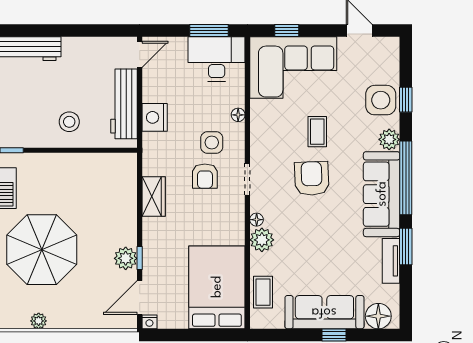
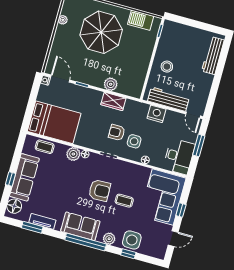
window: (209, 31) -> (199, 145), moved
window: (287, 31) -> (181, 210), moved
sofa: (382, 194) -> (80, 226), width x0.73
window: (406, 246) -> (32, 227), moved
plant: (126, 258) -> (111, 84), moved

